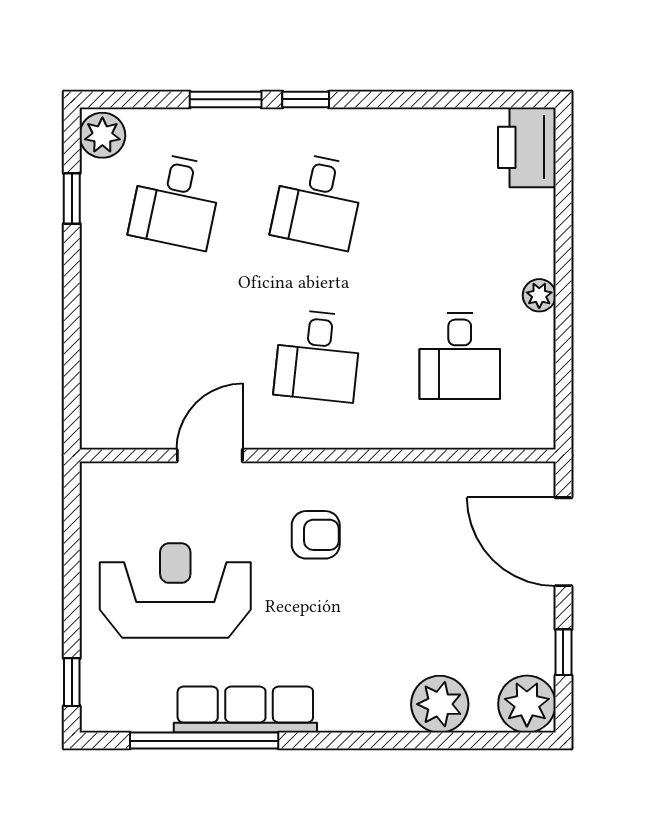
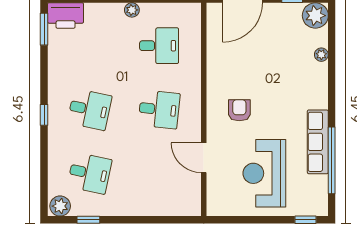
window: (226, 99) -> (44, 29), moved
plant: (440, 704) -> (321, 55), width x0.53, depth x0.53

